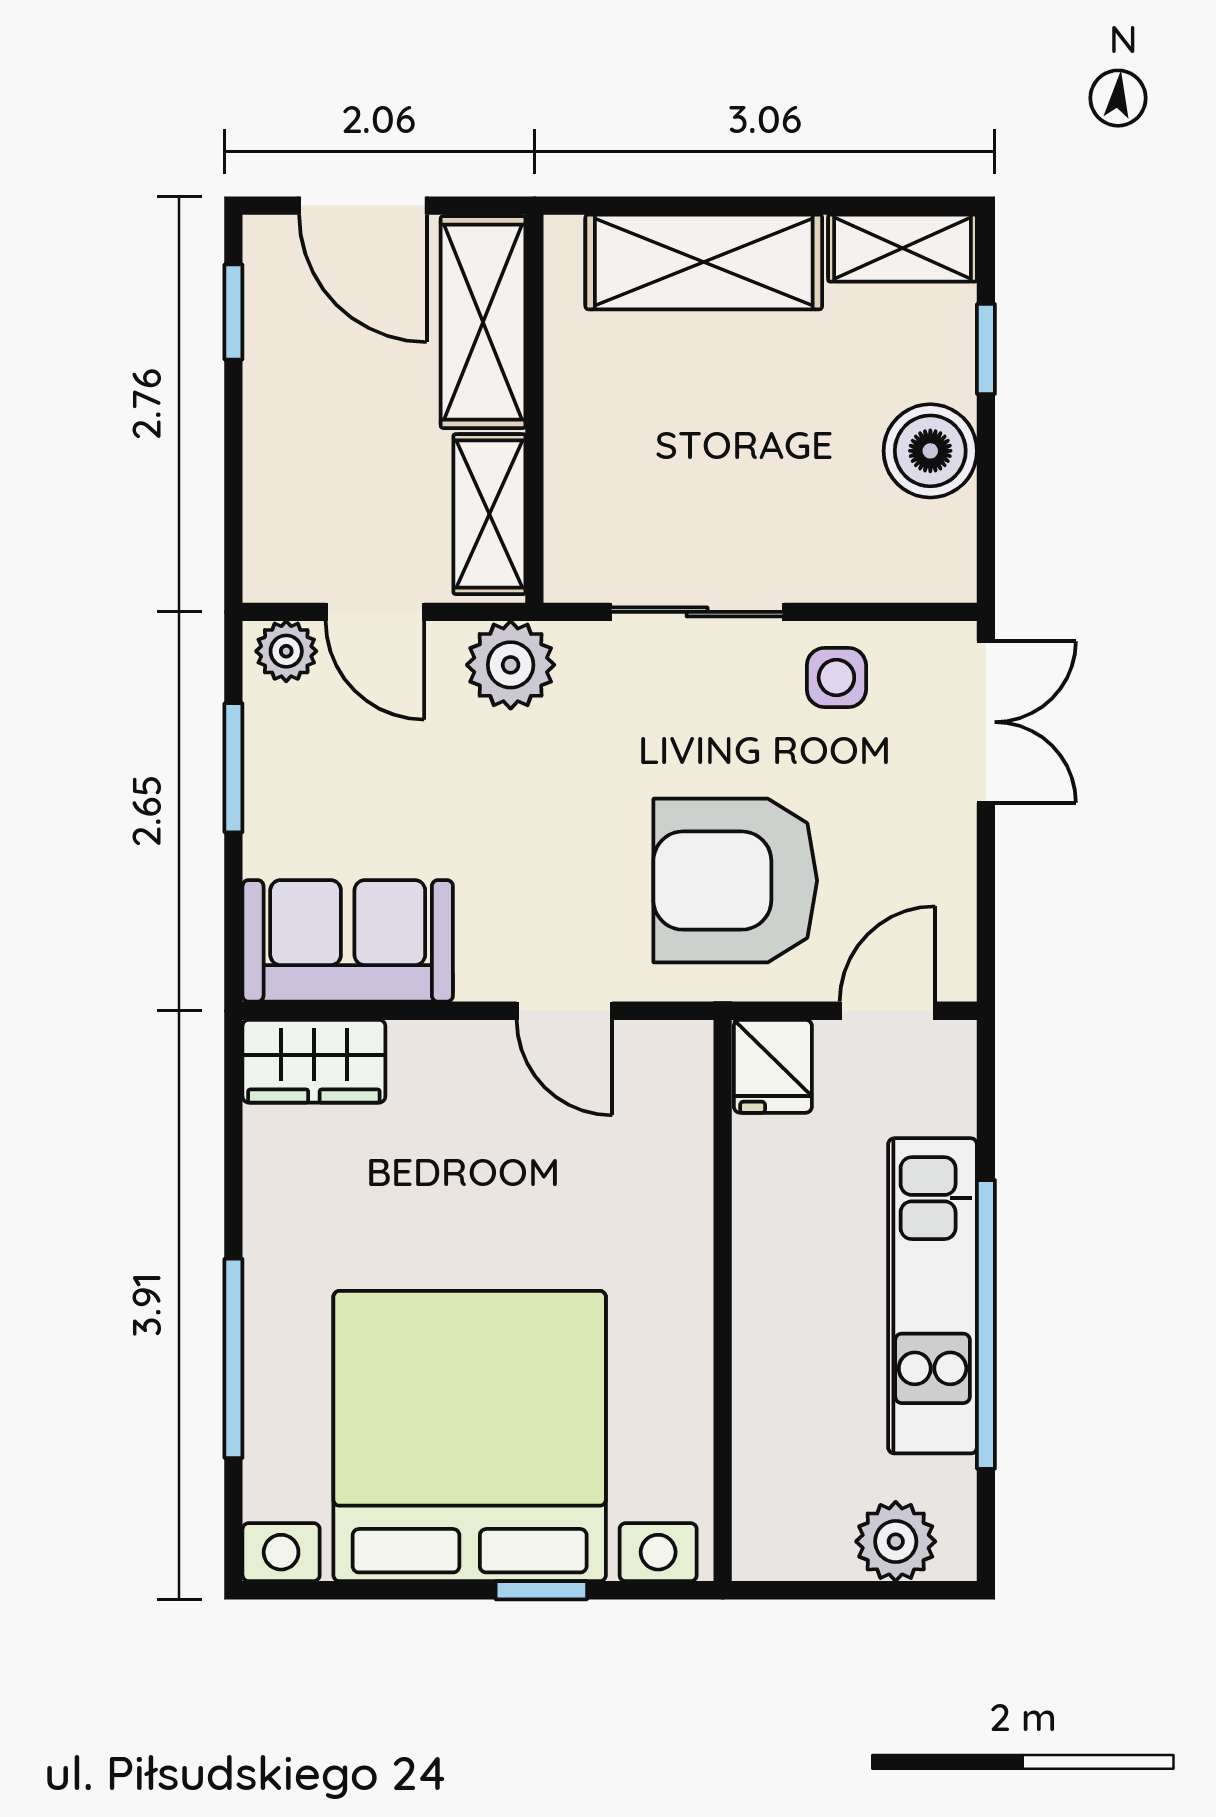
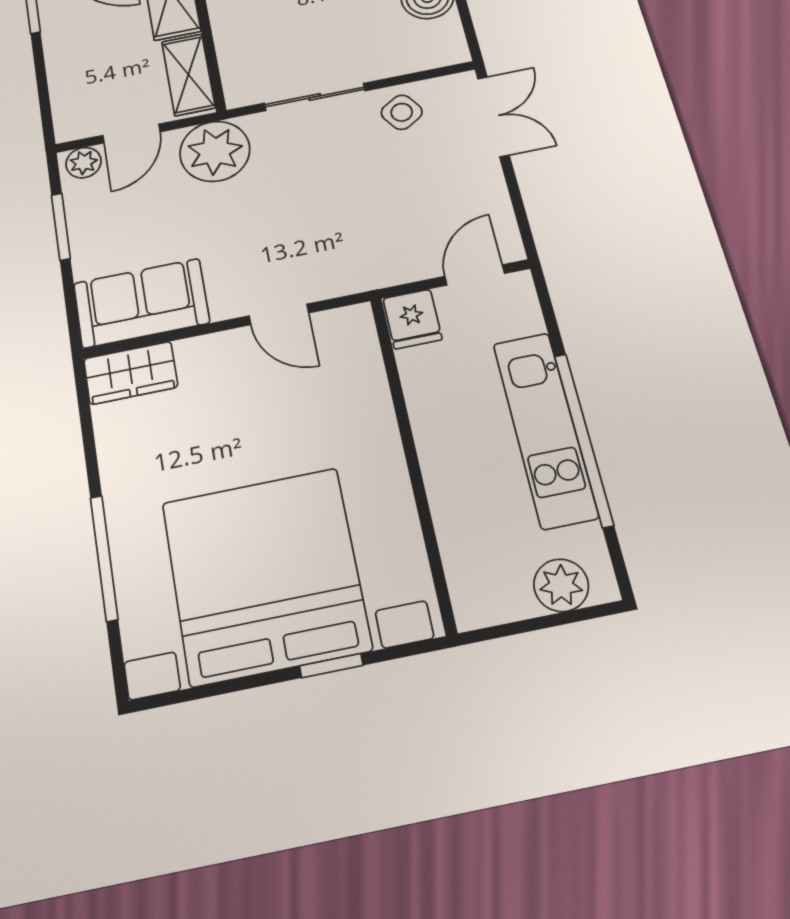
door: (375, 612) -> (131, 134), hinge flipped
plant: (511, 665) -> (215, 151), width x1.36, depth x1.36
side table: (836, 677) -> (402, 112), turned -33
armchair: (735, 881) -> (367, 225), removed

